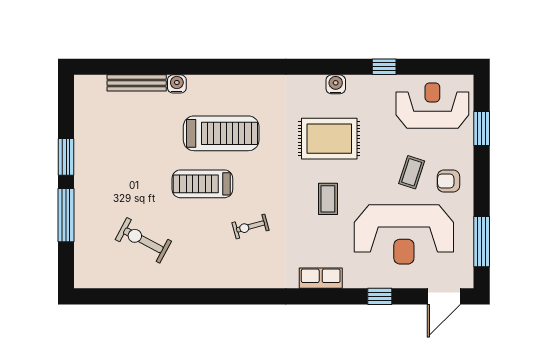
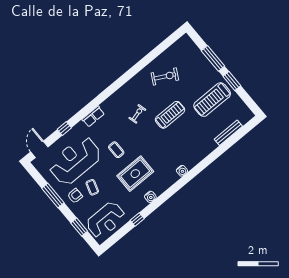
water cooler: (177, 84) -> (182, 171), moved
treadmill: (221, 133) -> (212, 100), moved
exercise bike: (143, 240) -> (165, 76), moved
window: (482, 242) -> (53, 196), moved

